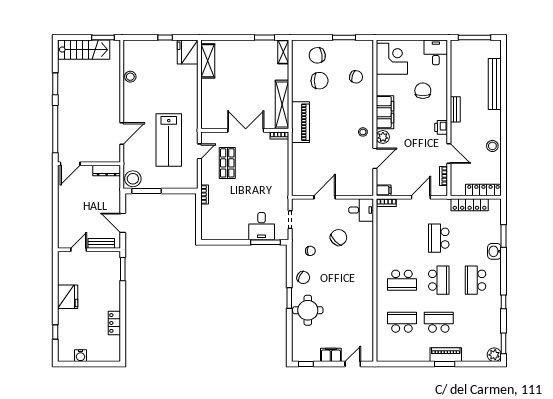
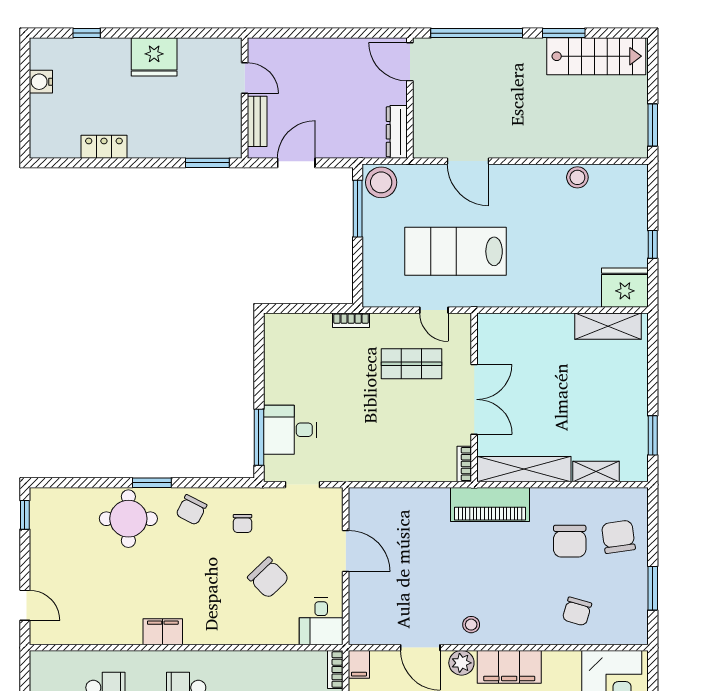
stairs: (84, 50) -> (596, 56), moved, turned -90
shelving: (283, 52) -> (596, 471), moved
filing cabinet: (331, 355) -> (163, 632), moved, turned -90

